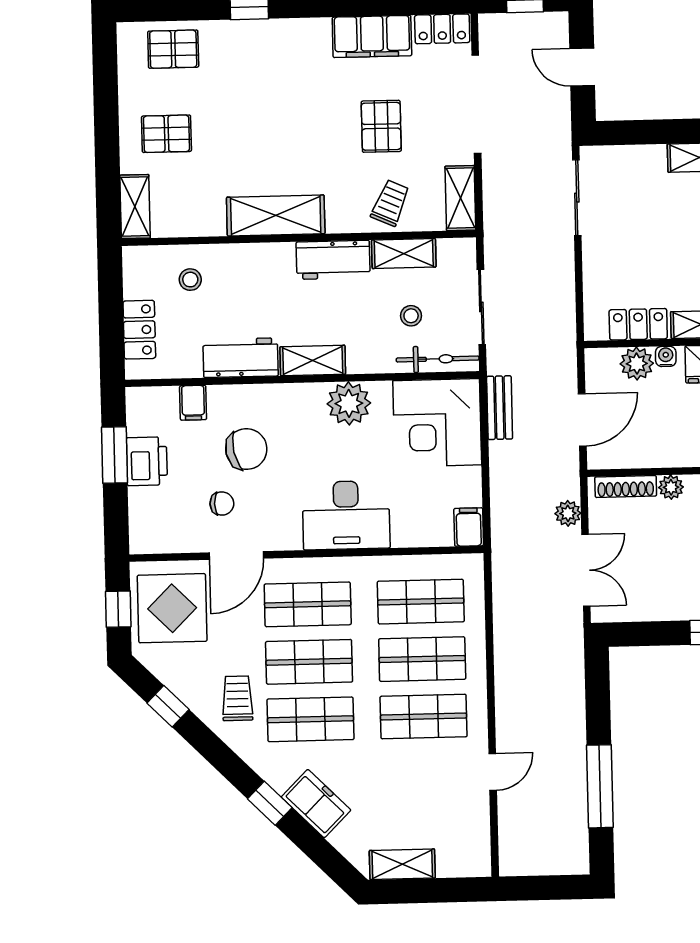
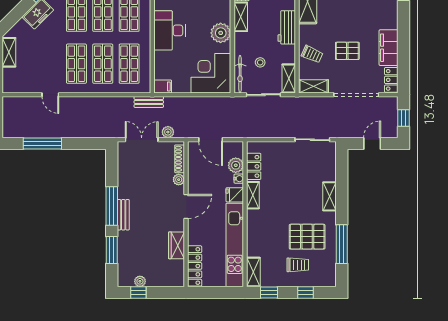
shelving: (404, 254) -> (289, 78), moved
bench: (500, 408) -> (149, 102), moved
double door: (586, 570) -> (142, 140), swing flipped

